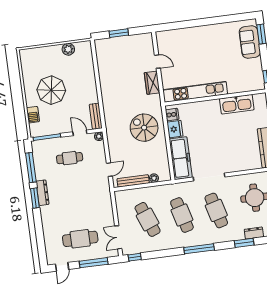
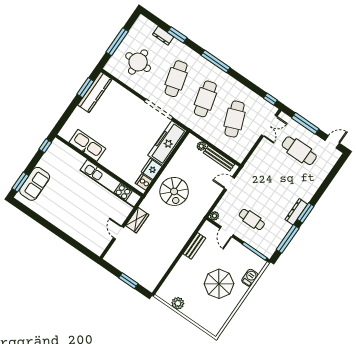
bench: (96, 116) -> (194, 246), moved

